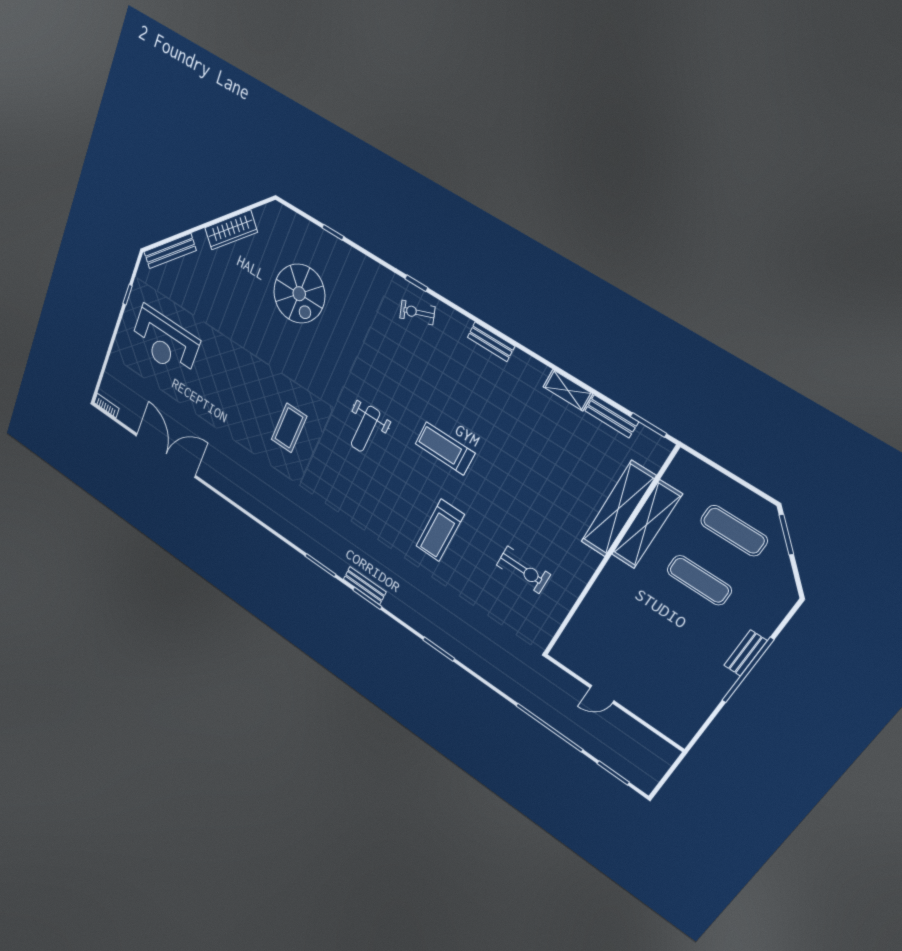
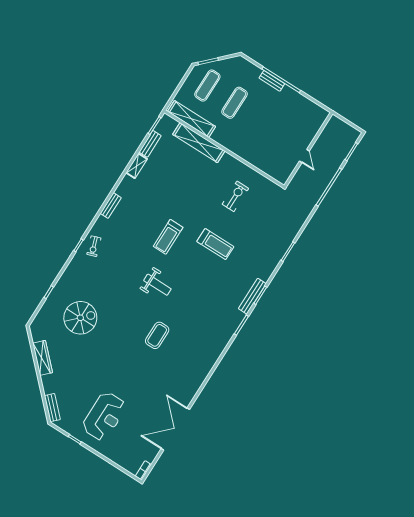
bench: (170, 251) -> (52, 408), width x0.73
coffee table: (289, 428) -> (157, 335), turned 90
shelving: (647, 525) -> (192, 119), moved
bench: (365, 586) -> (252, 296), width x1.36

